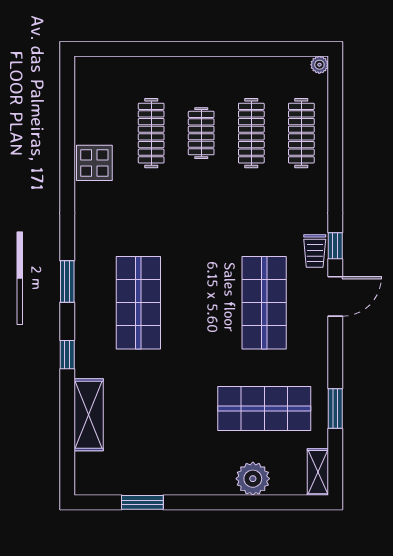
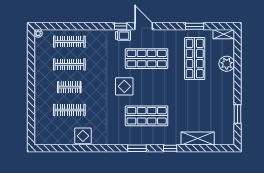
display table: (203, 254) -> (124, 86), added

